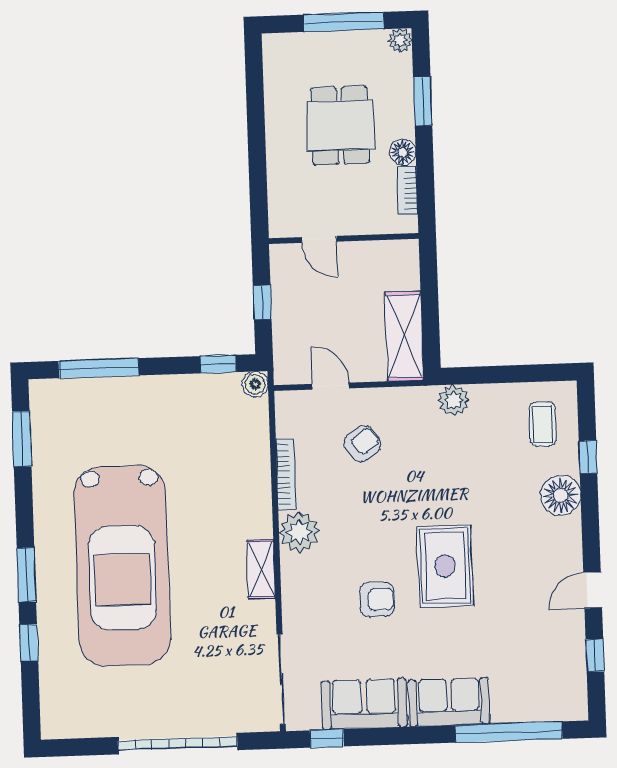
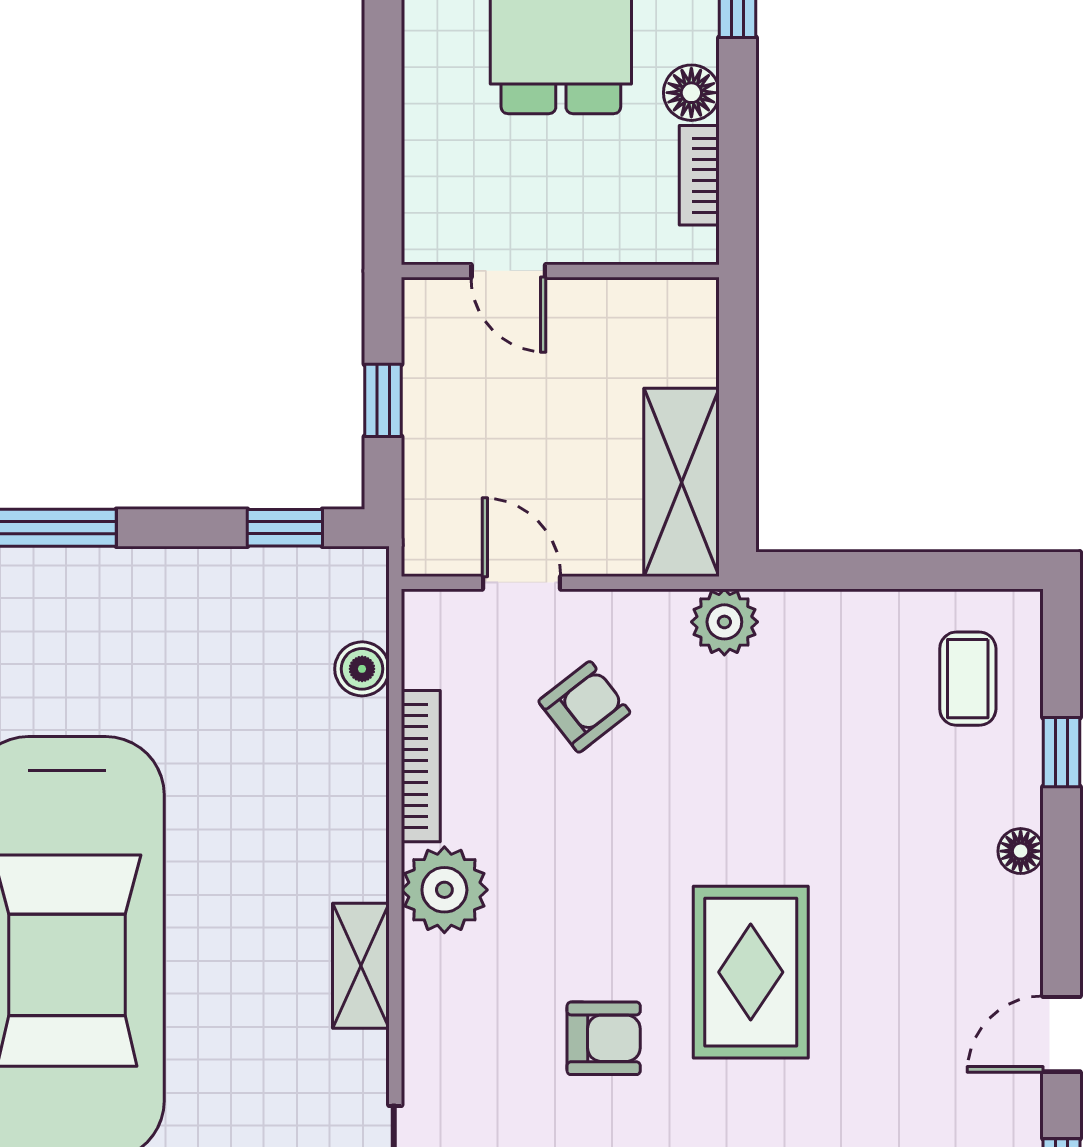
boiler: (255, 384) -> (362, 669), moved
plant: (454, 400) -> (724, 622), moved
floor lamp: (561, 495) -> (1021, 851), width x0.53, depth x0.53

